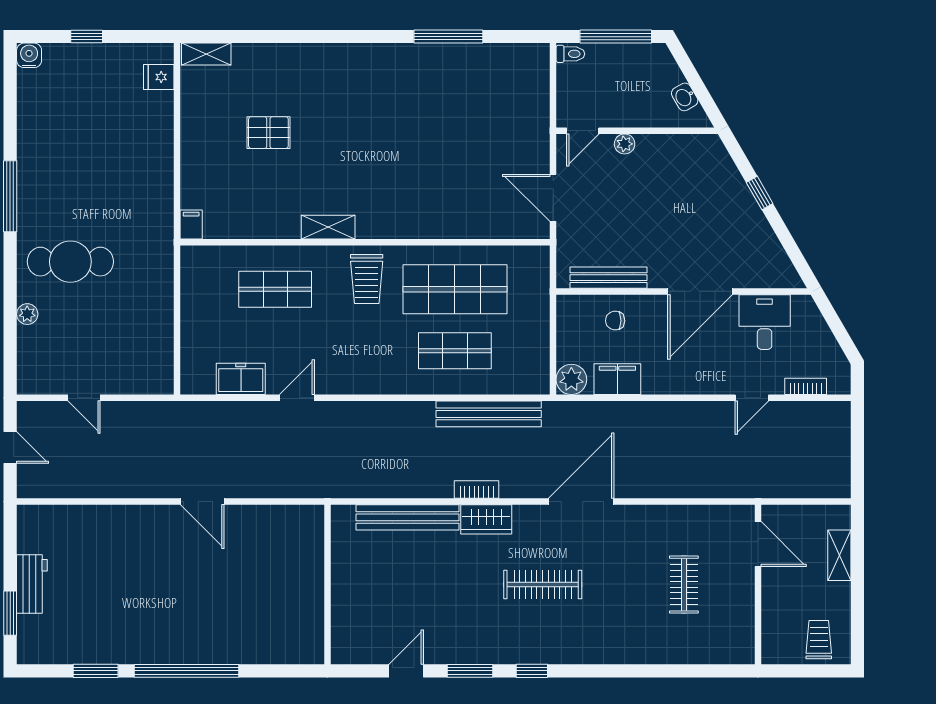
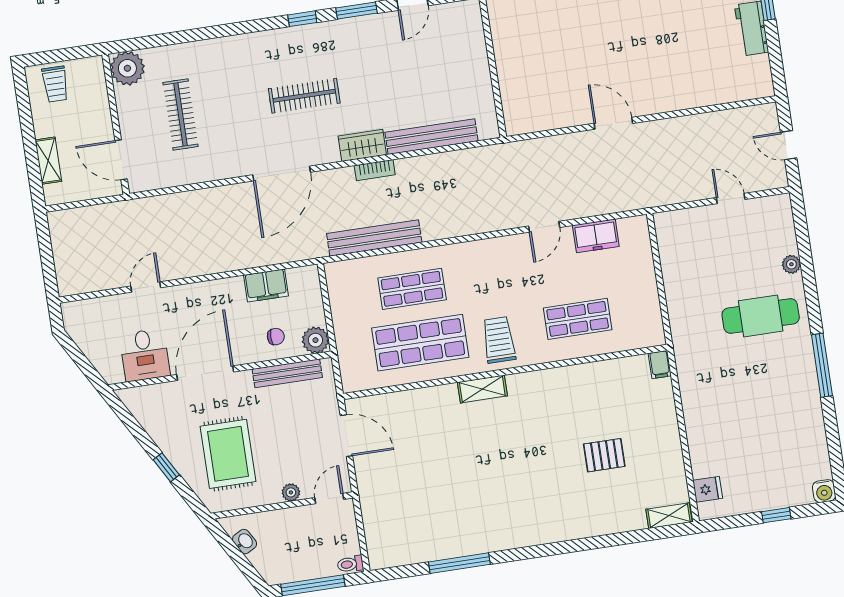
rug: (688, 198) -> (228, 454), added
shelving: (328, 227) -> (482, 389), moved
plant: (571, 379) -> (315, 340), moved
bookcase: (806, 386) -> (100, 304), removed
clothes rail: (684, 585) -> (181, 114), width x1.36
plant: (735, 645) -> (127, 68), added

